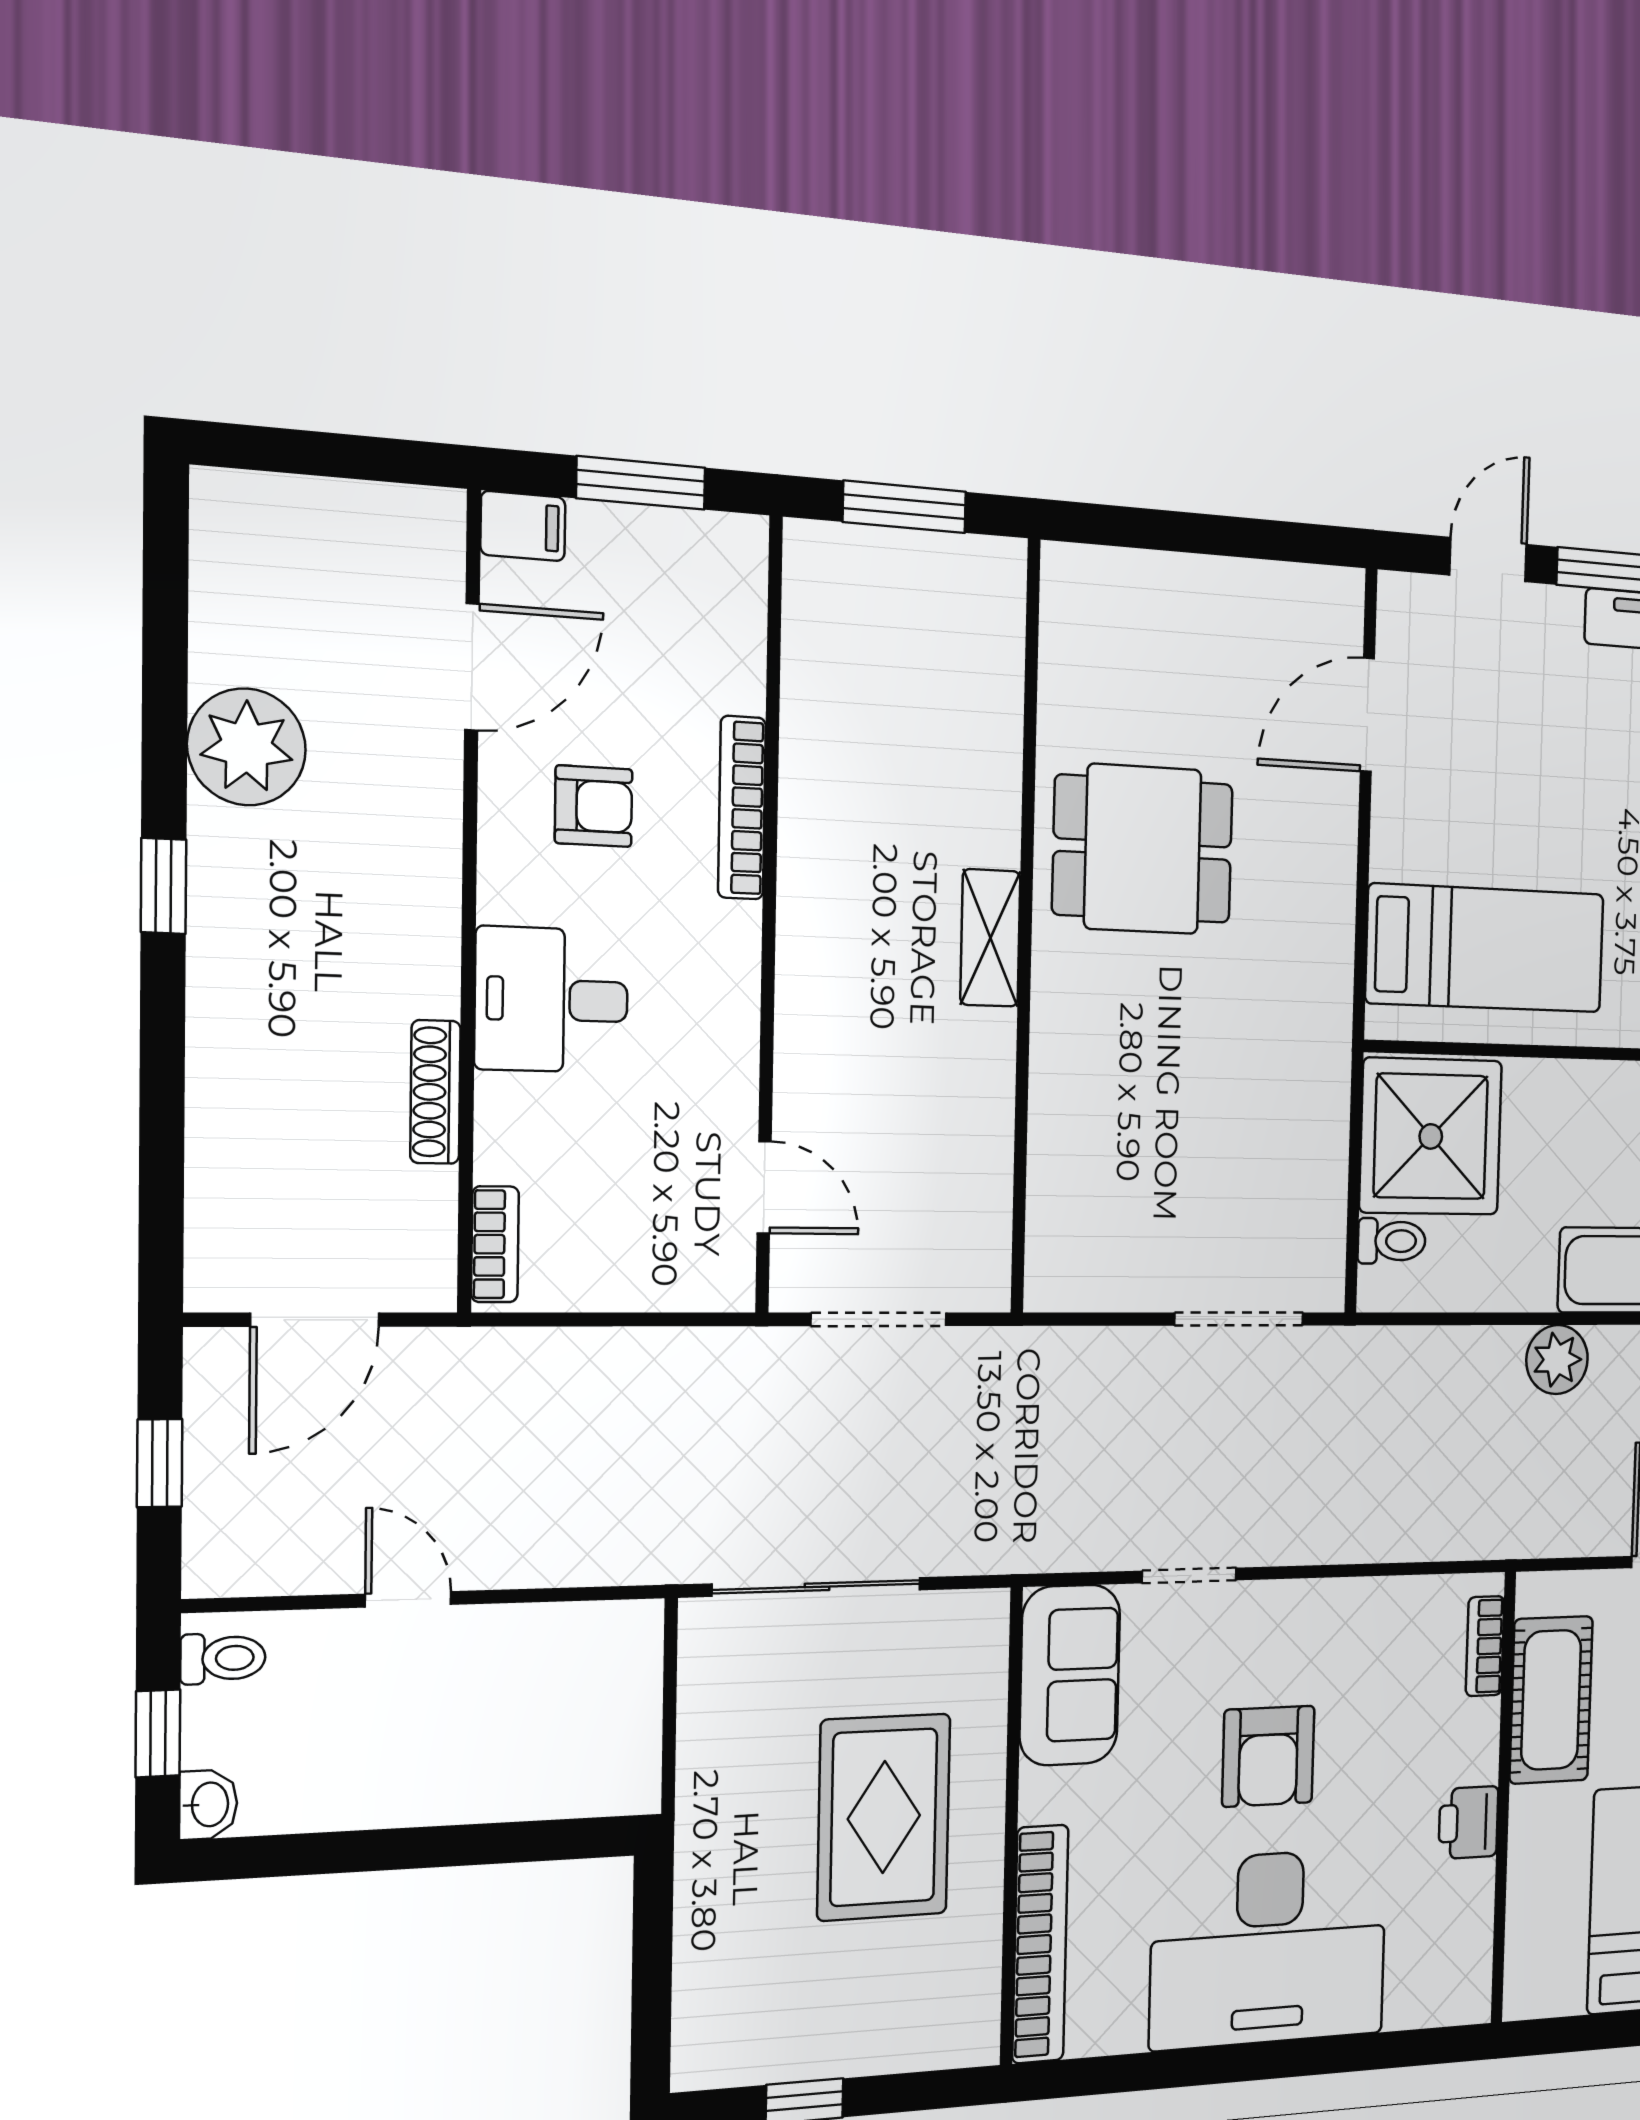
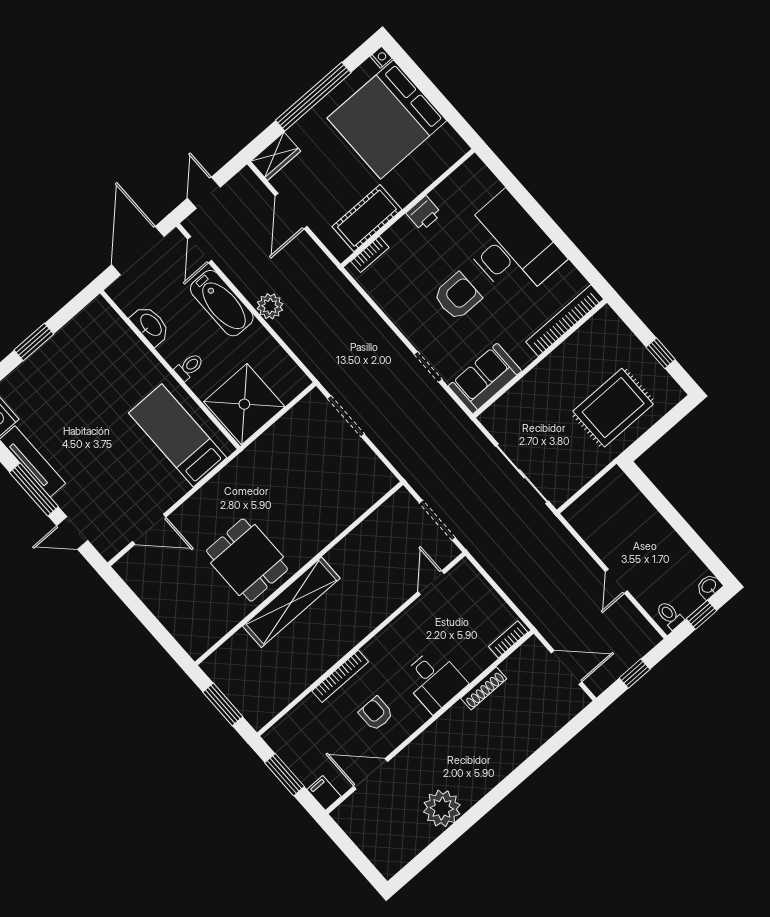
window: (163, 886) -> (494, 797), removed
shelving: (990, 938) -> (291, 602), width x2.20, depth x1.33
toilet: (1392, 1241) -> (189, 367), moved, turned 90
rug: (884, 1817) -> (613, 408), moved

